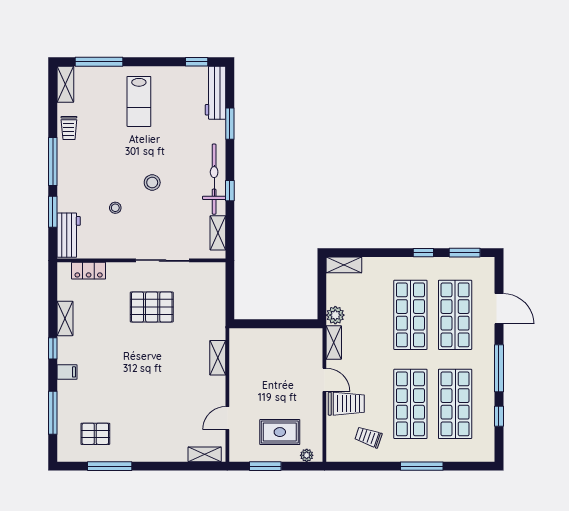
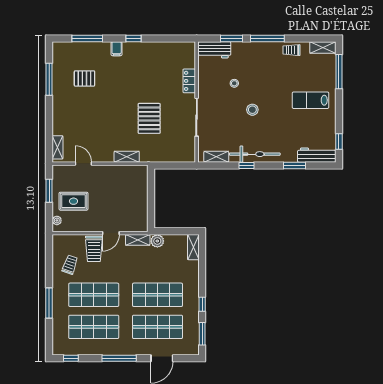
locker: (89, 271) -> (189, 81), moved
pallet: (152, 307) -> (149, 118), moved
shelving: (65, 318) -> (155, 47), removed
window: (499, 416) -> (71, 358), moved
rug: (280, 432) -> (73, 201), turned 90
pallet: (95, 434) -> (84, 78), moved, turned 90

